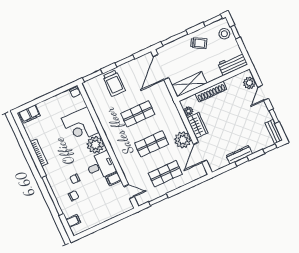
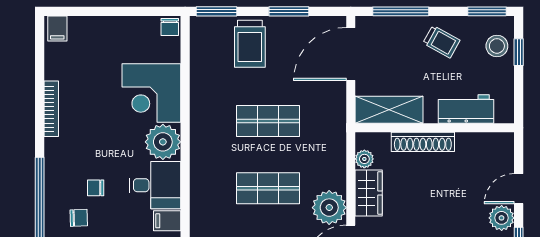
workbench: (233, 64) -> (466, 109), moved
plant: (249, 83) -> (502, 218), moved
filing cabinet: (29, 114) -> (57, 28), width x0.50

